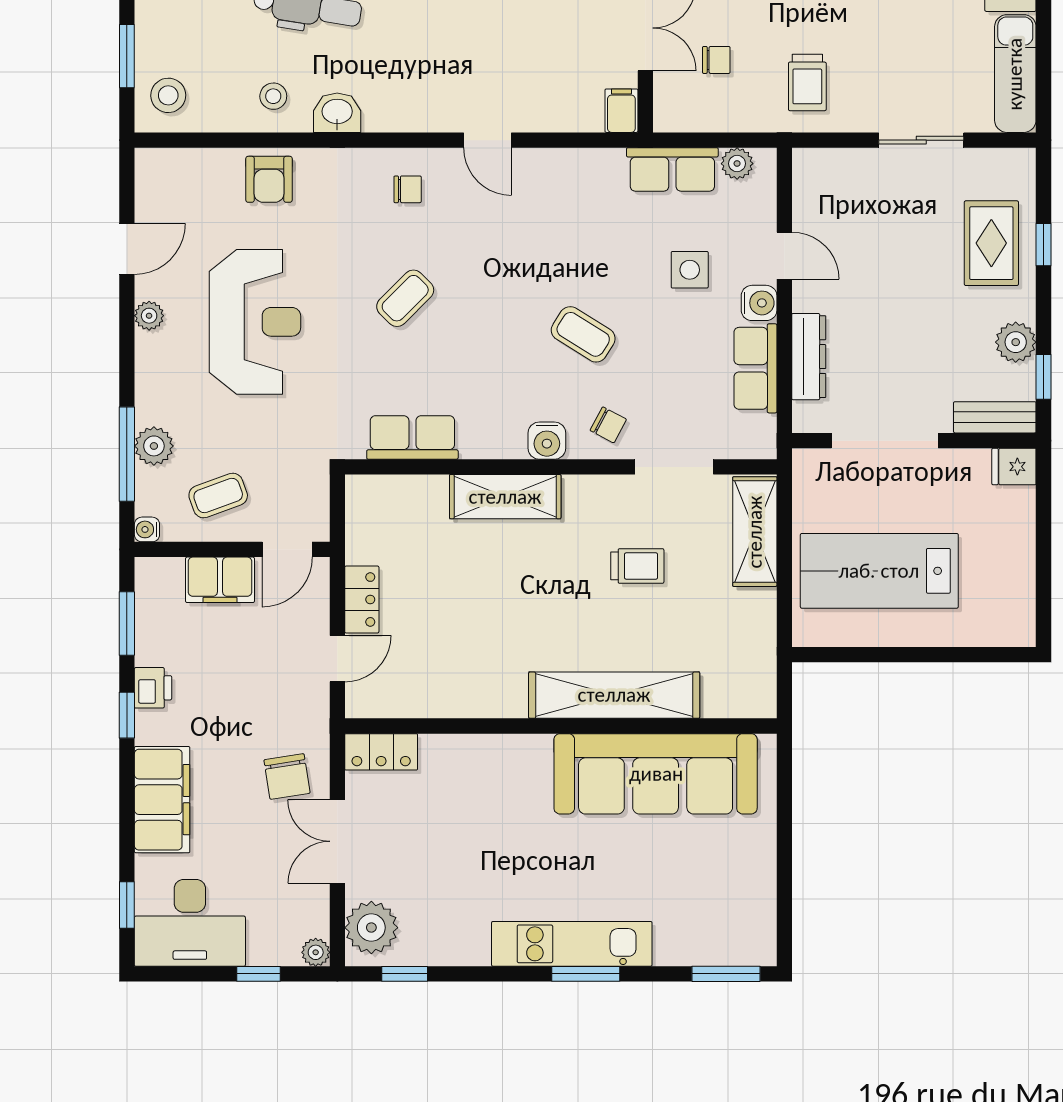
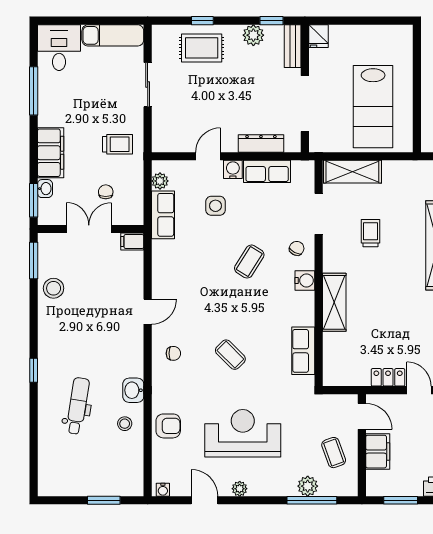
stool: (168, 95) -> (124, 479), removed
chair: (408, 189) -> (173, 353), turned 90
water cooler: (147, 529) -> (163, 490), moved

